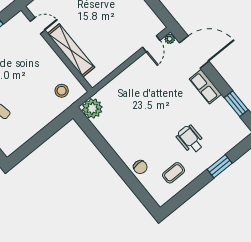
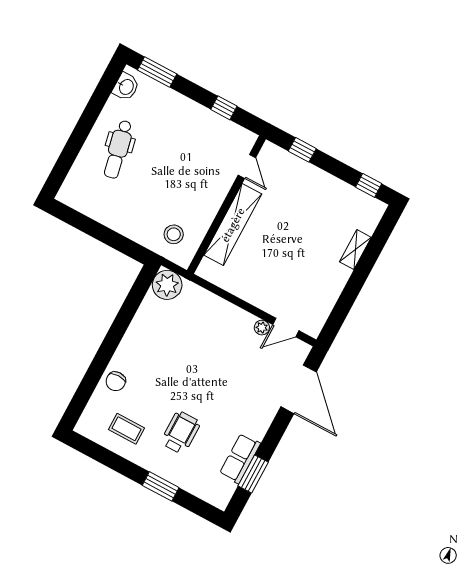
plant: (170, 39) -> (262, 328), moved
row of seats: (205, 87) -> (240, 459), moved

